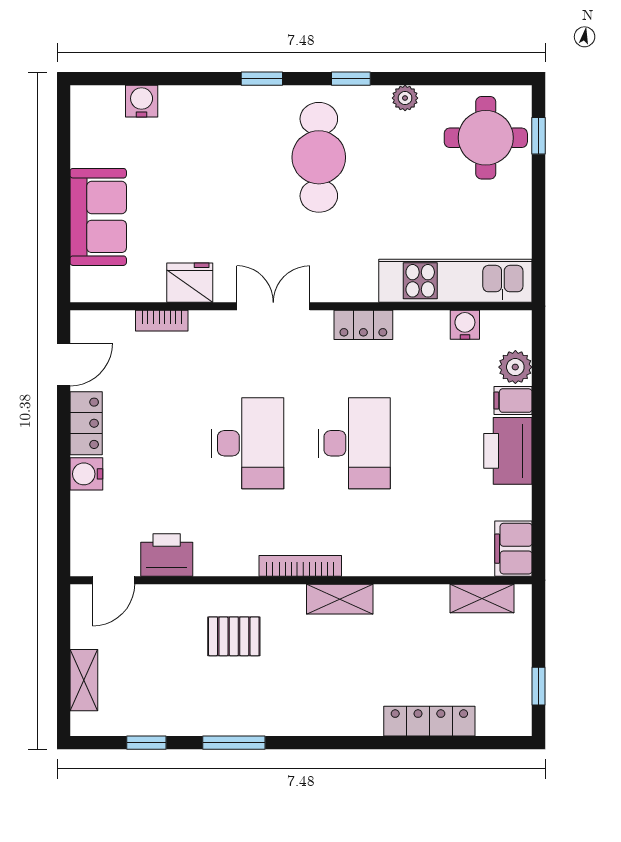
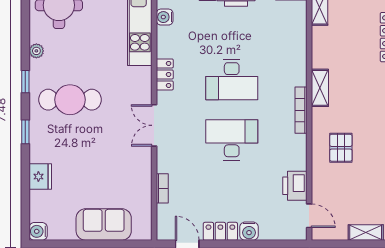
water cooler: (142, 101) -> (38, 231), moved
fridge: (190, 283) -> (40, 177), moved, turned 180
desk: (354, 443) -> (232, 80), turned 180

